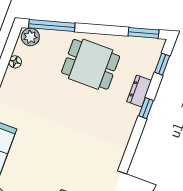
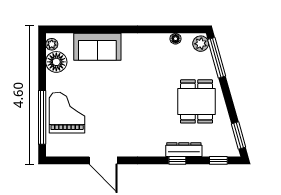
dresser: (139, 91) -> (184, 150), width x1.44

